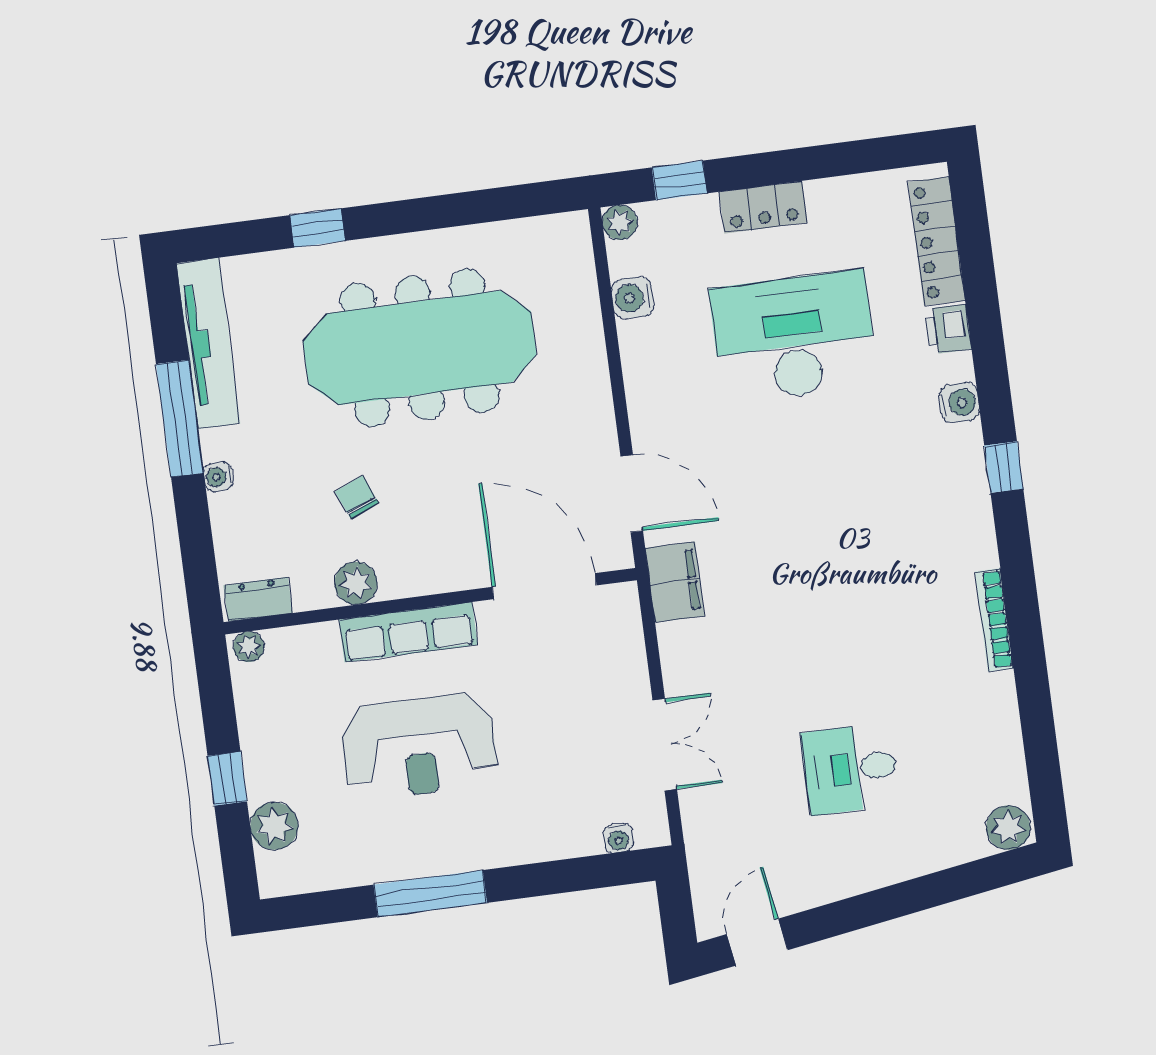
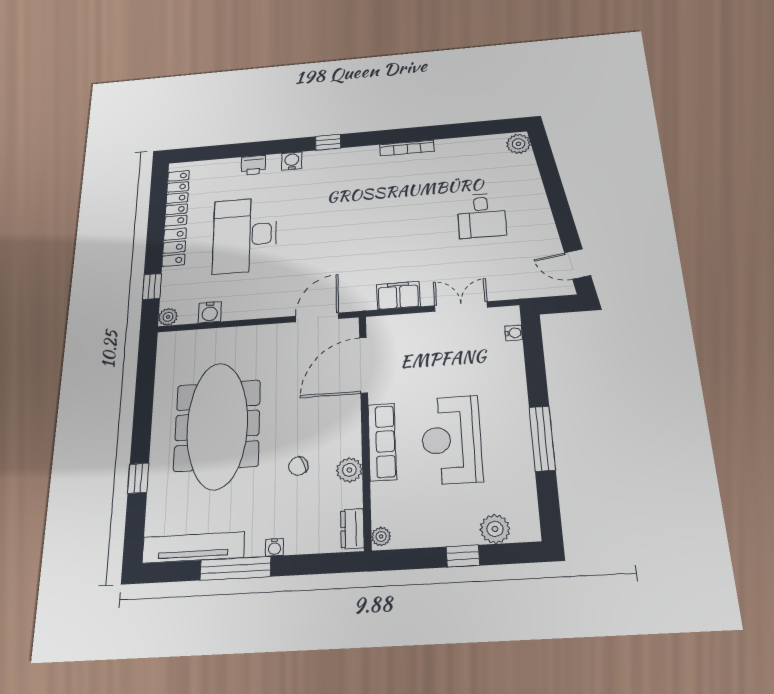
locker: (937, 241) -> (177, 198), moved, turned -90
filing cabinet: (675, 582) -> (398, 295), moved
reception desk: (419, 746) -> (451, 440), turned 180

